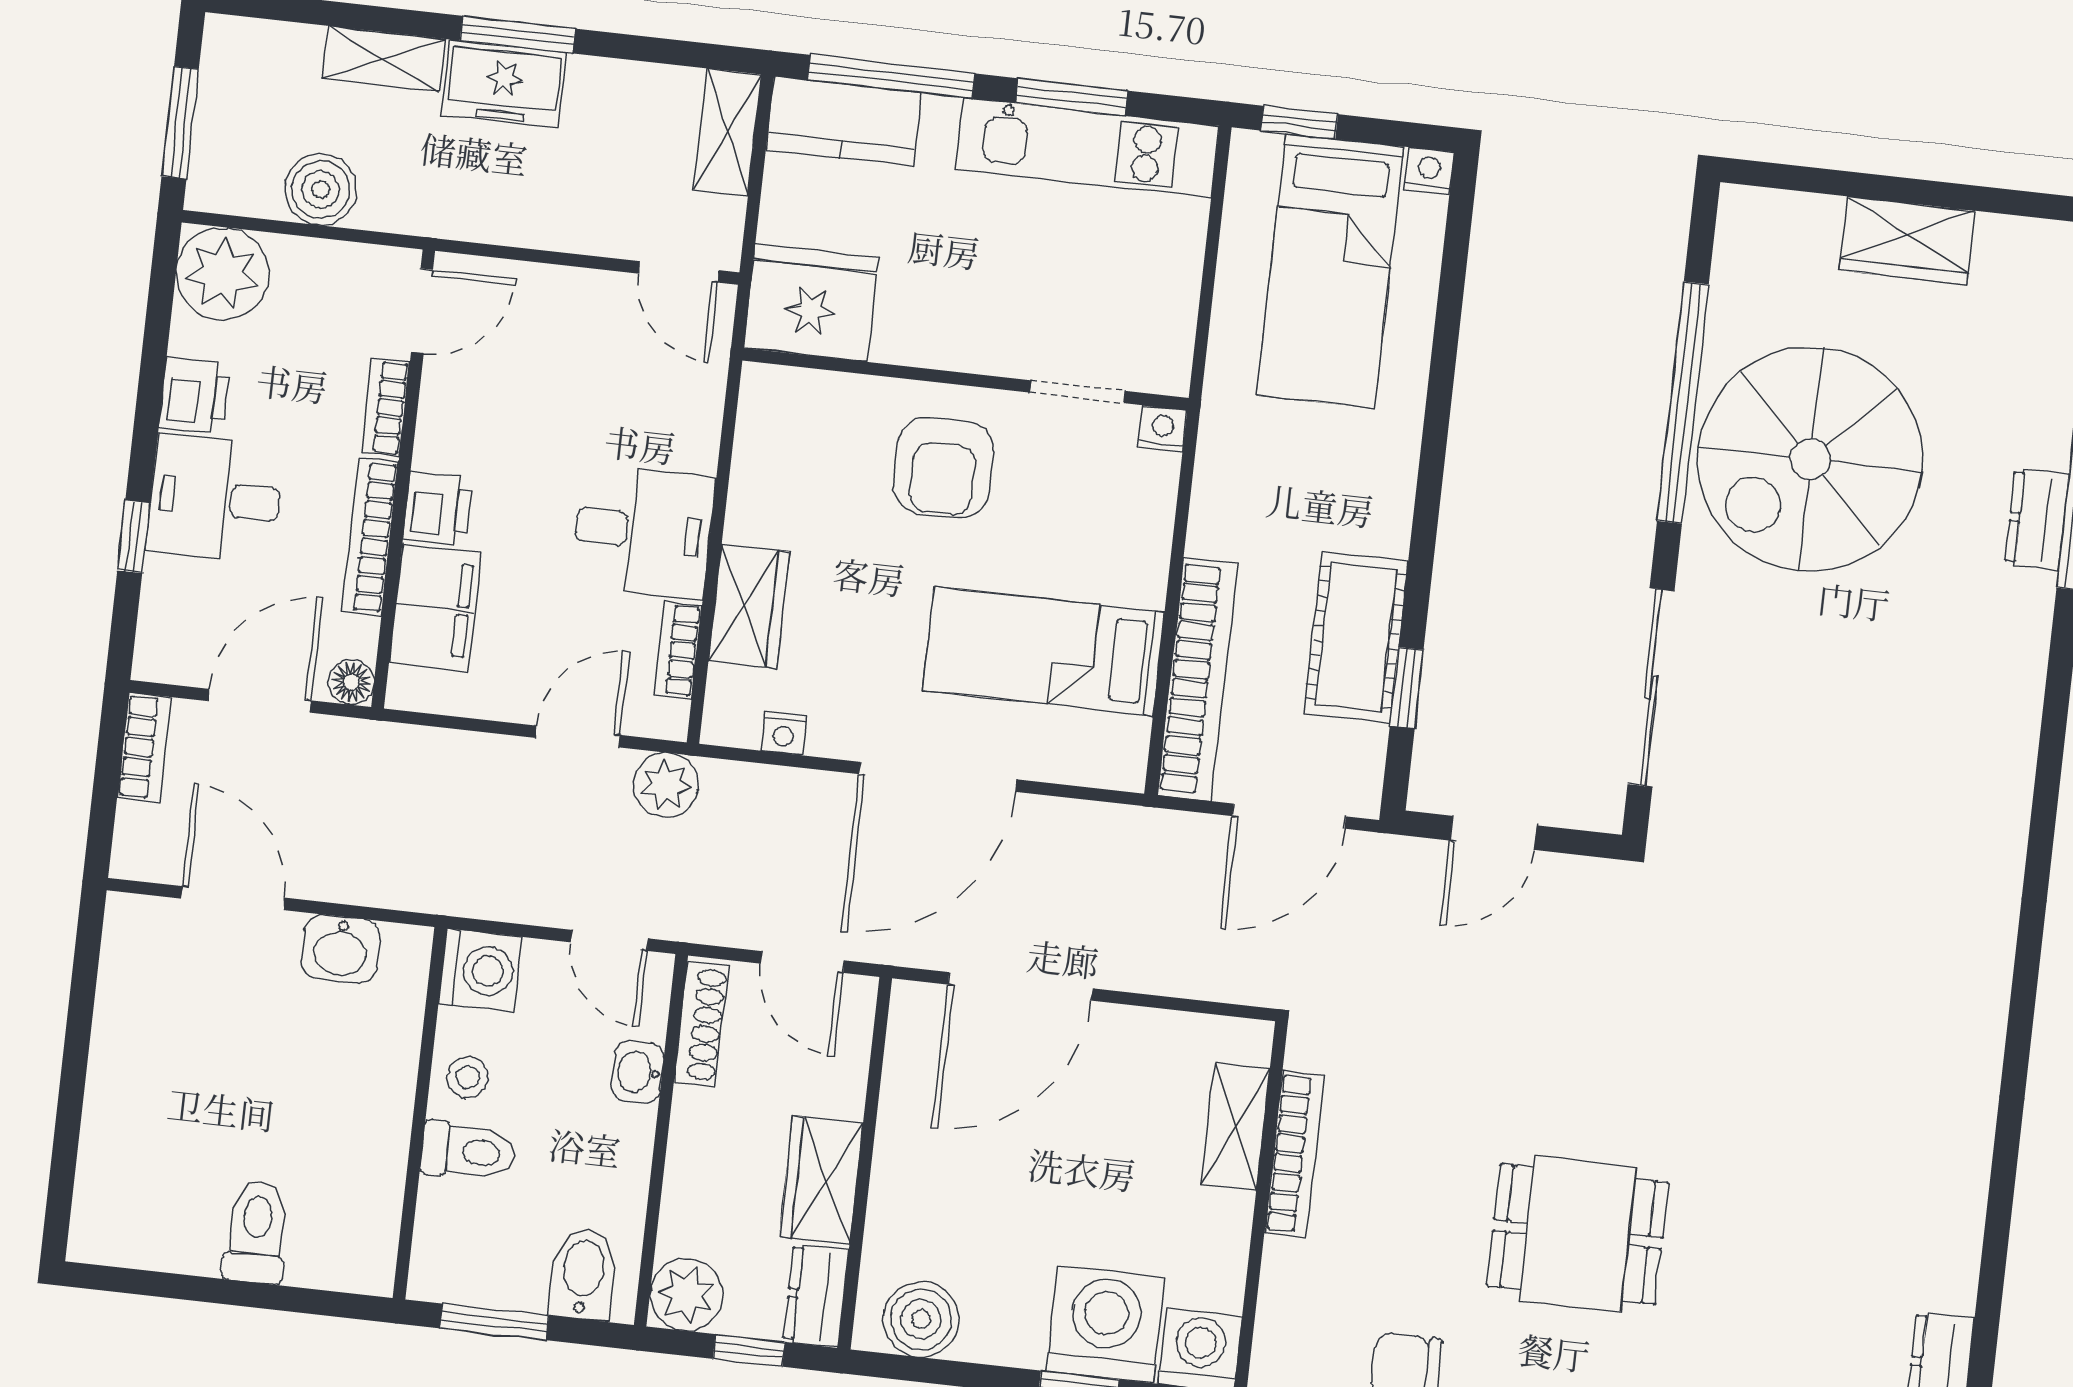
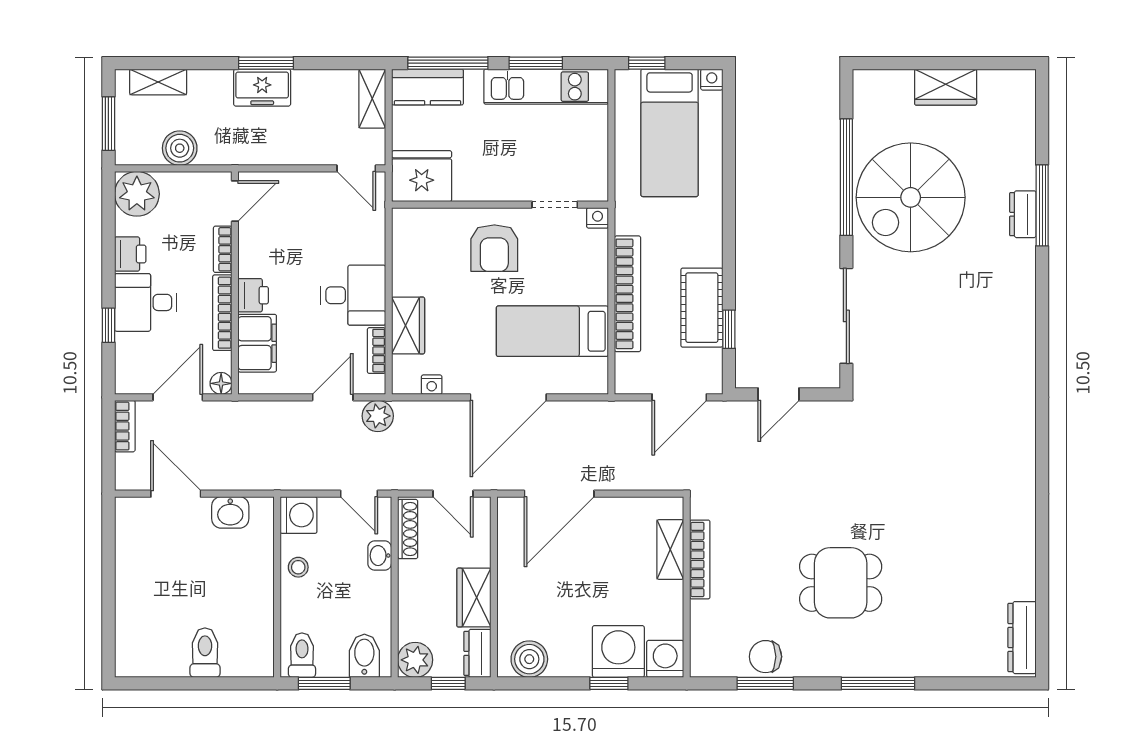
shelving: (383, 59) -> (158, 82), moved
bookcase: (1197, 679) -> (628, 294), moved
toilet: (468, 1151) -> (302, 655), moved, turned -90

